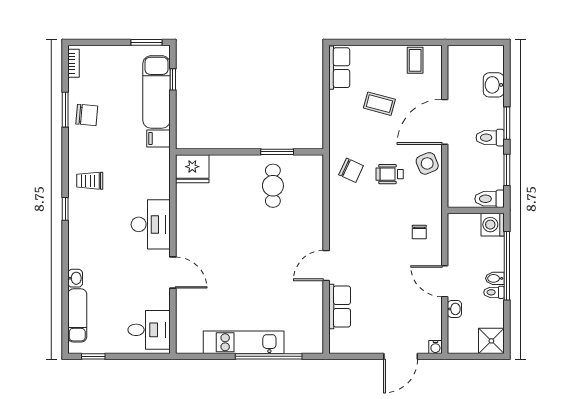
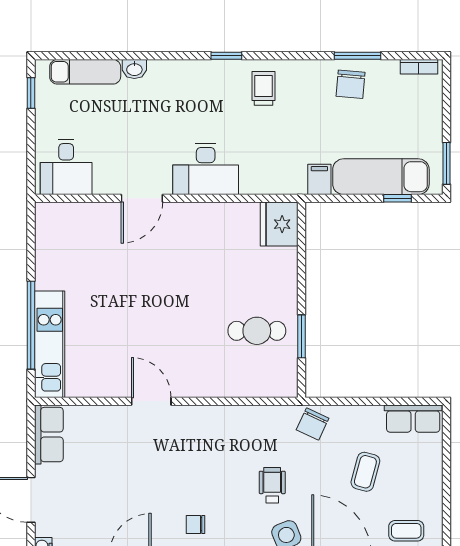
coffee table: (415, 60) -> (406, 531), moved
chair: (351, 170) -> (313, 424), moved
row of seats: (340, 307) -> (49, 435), moved, turned -90
kitchen unit: (244, 342) -> (50, 344), moved

